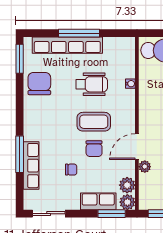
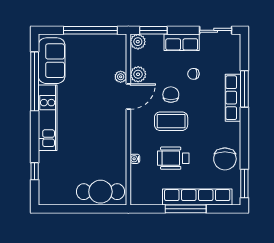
row of seats: (31, 166) -> (233, 98), moved
plant: (127, 185) -> (138, 74), moved
row of seats: (98, 201) -> (182, 42), moved

